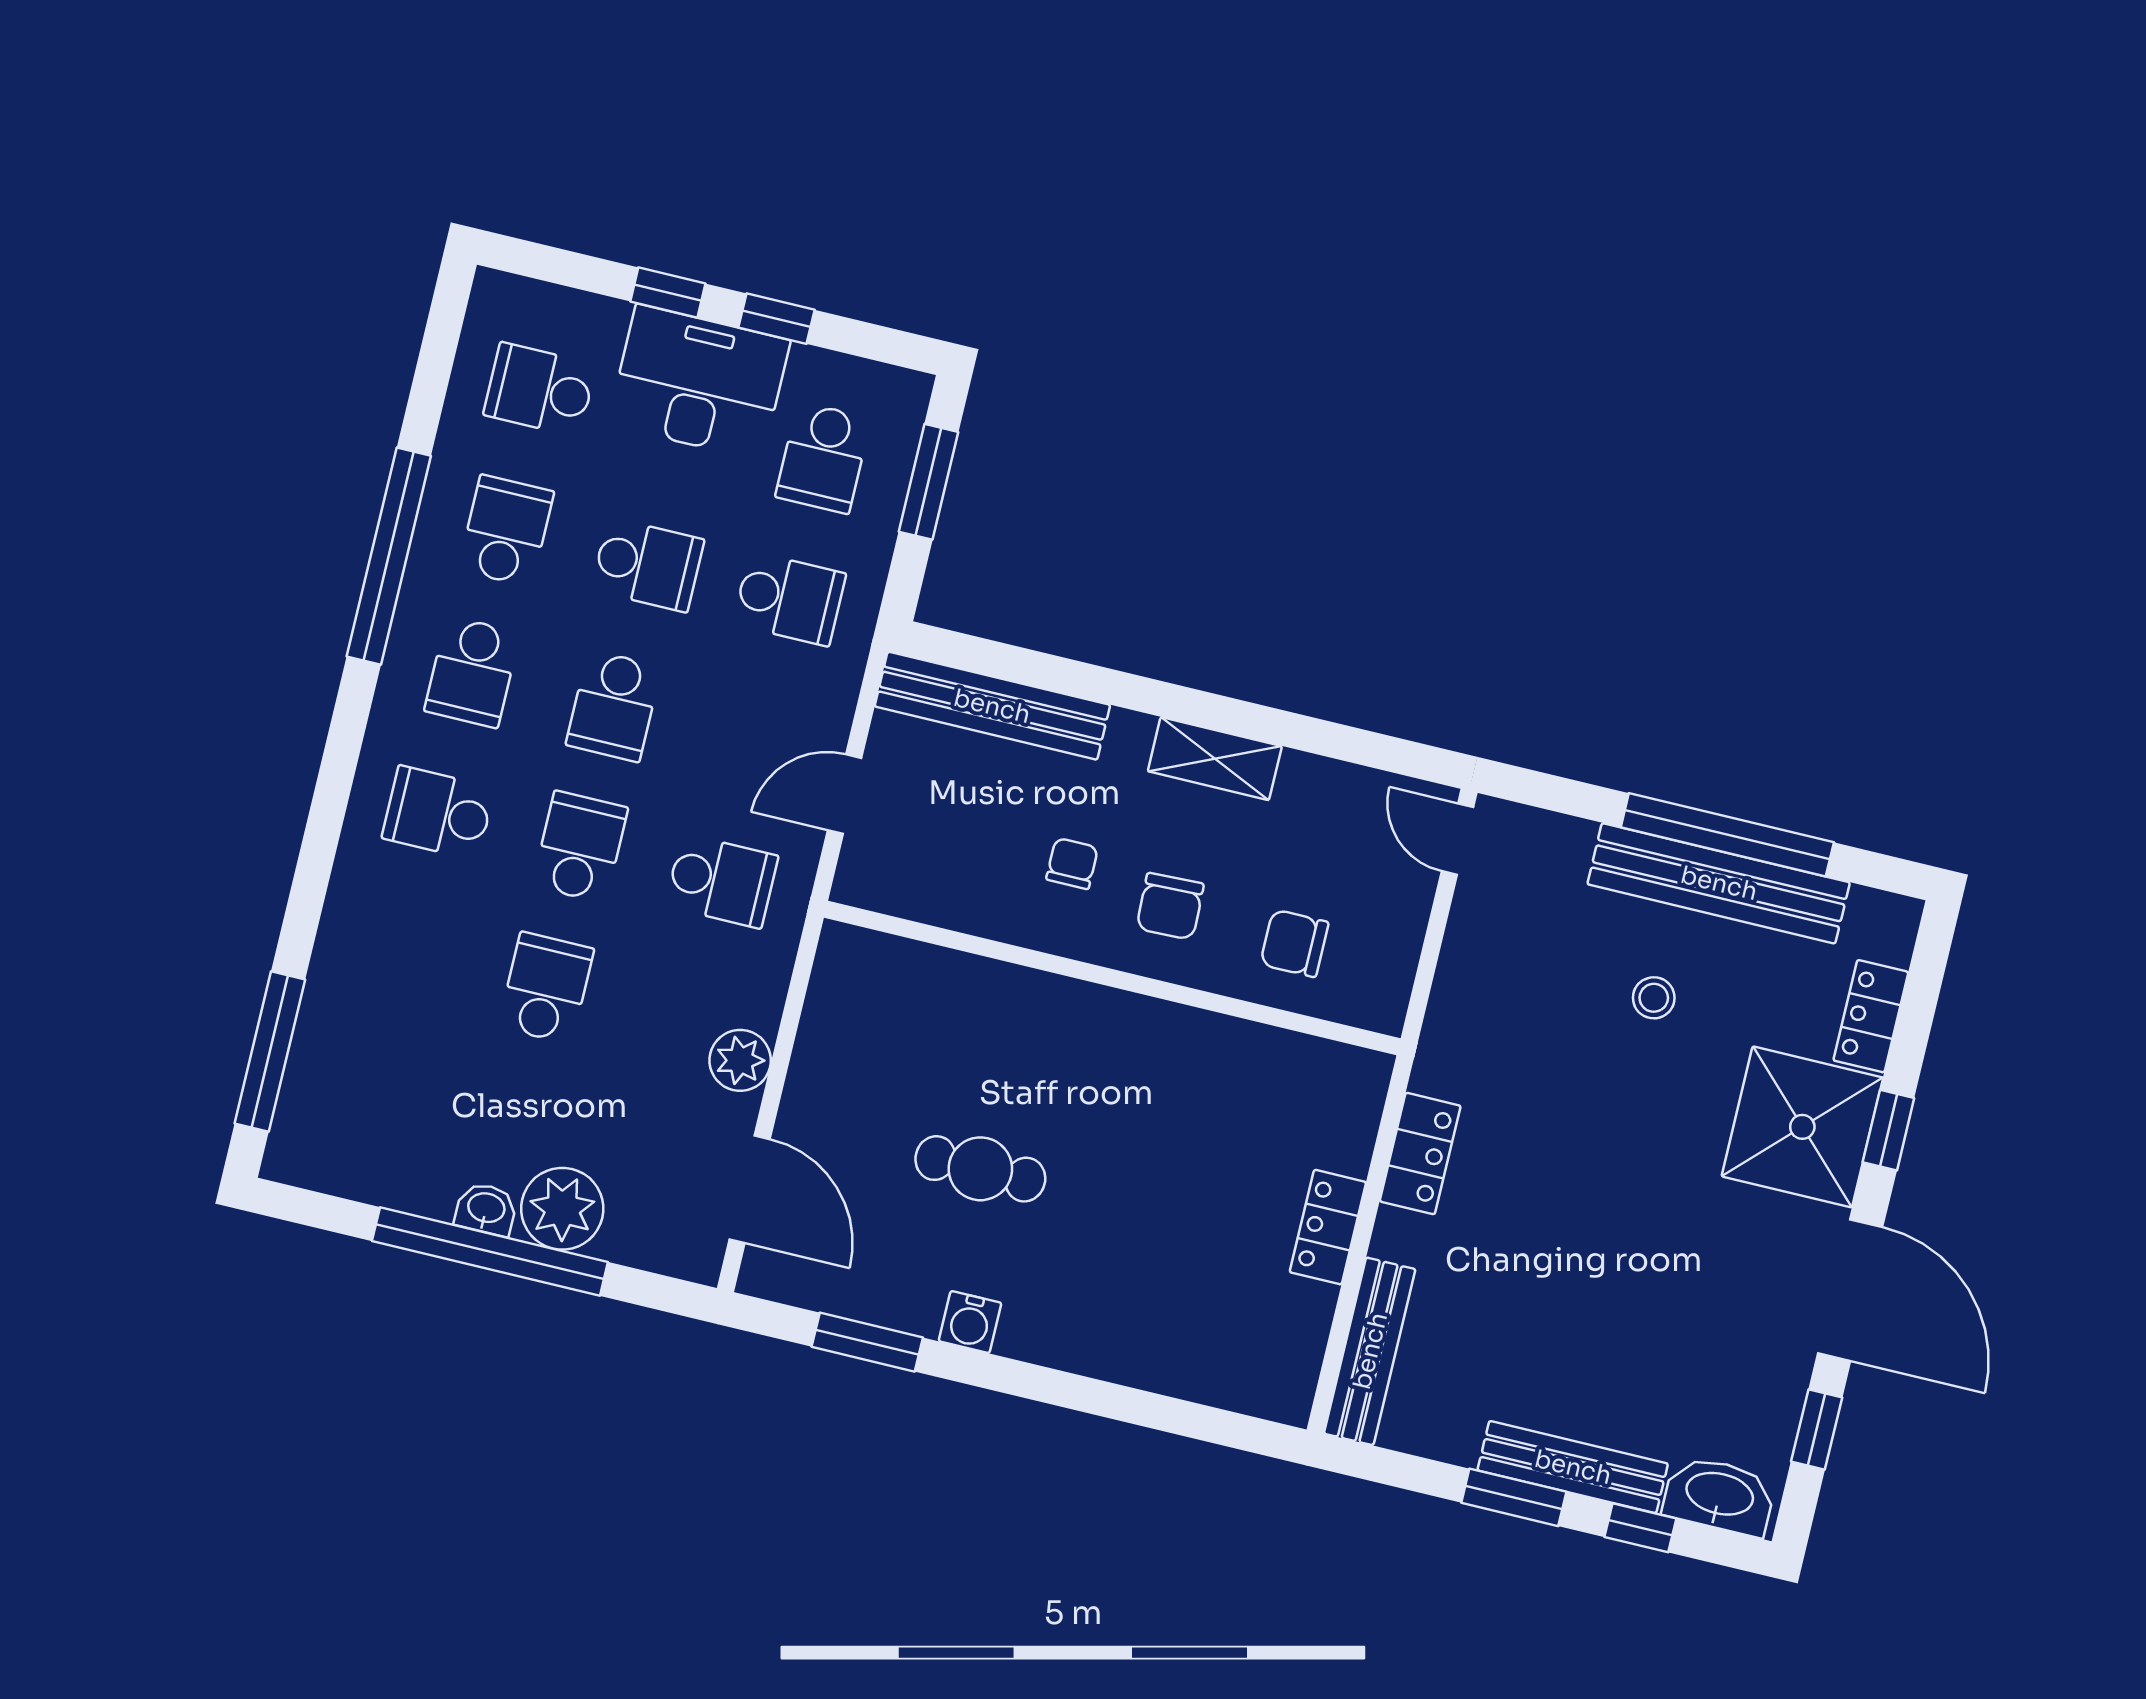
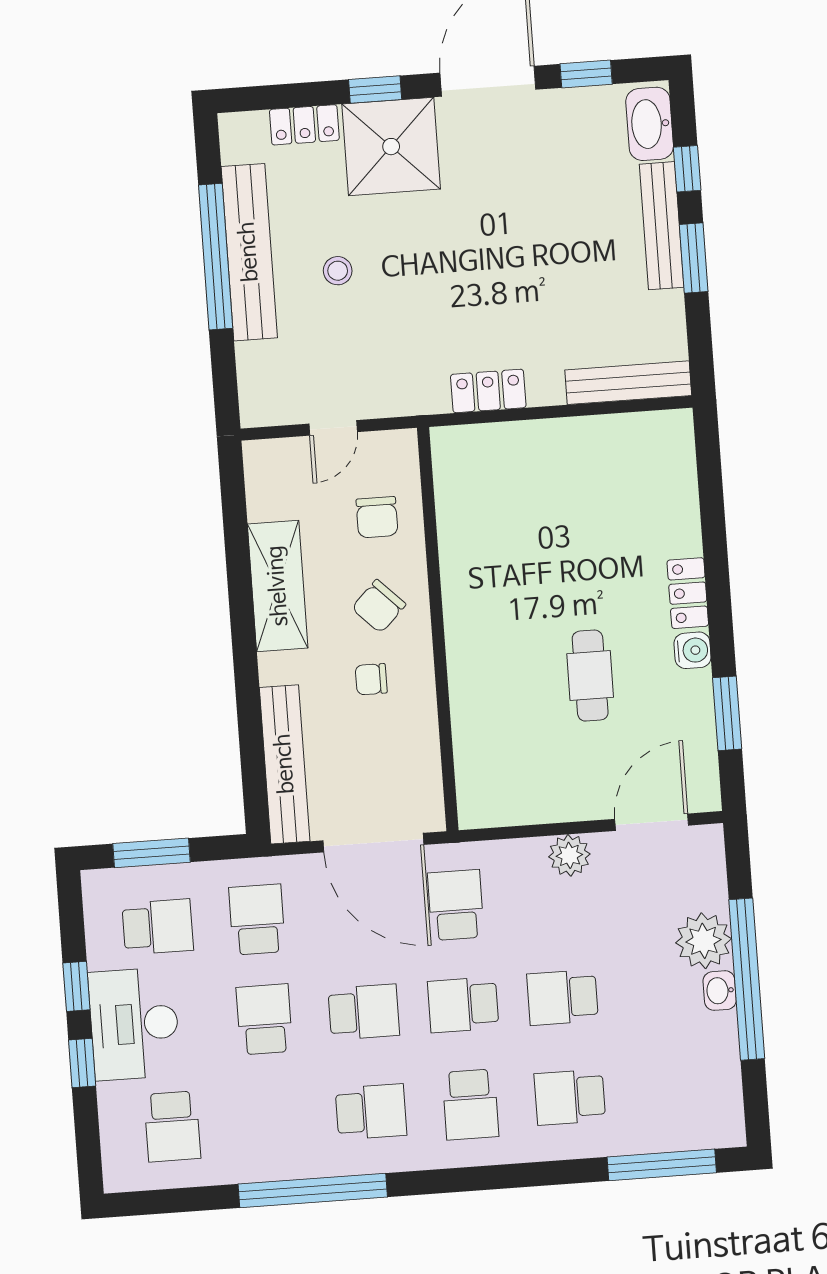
school desk: (506, 531) -> (570, 1097), moved
shelving: (1215, 759) -> (278, 586), width x1.50, depth x1.33
door: (845, 794) -> (373, 843), width x1.88
door: (1458, 839) -> (333, 428), moved
chair: (1170, 906) -> (379, 606), turned 137
locker: (1328, 1227) -> (688, 593), moved, turned 90

